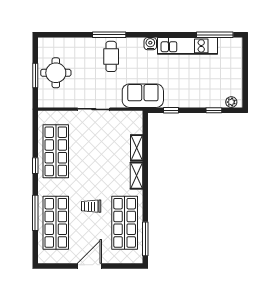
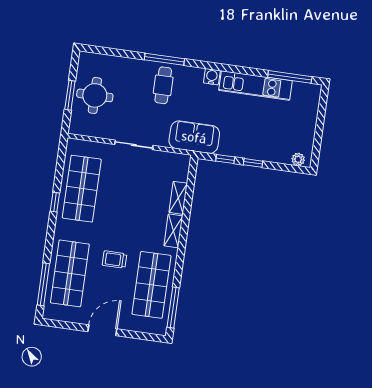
window: (214, 110) -> (253, 163), moved
window: (35, 213) -> (43, 284), moved

